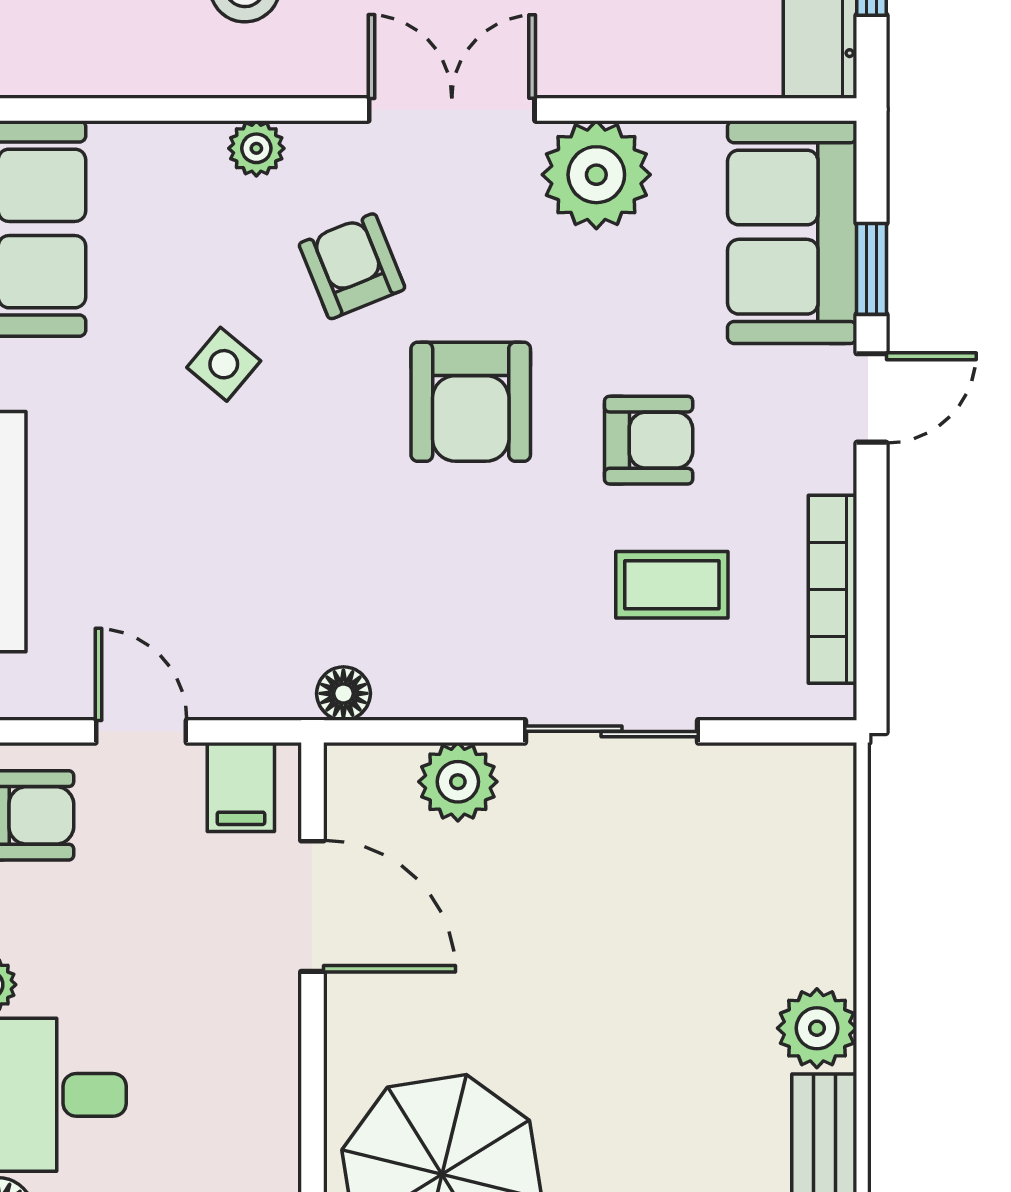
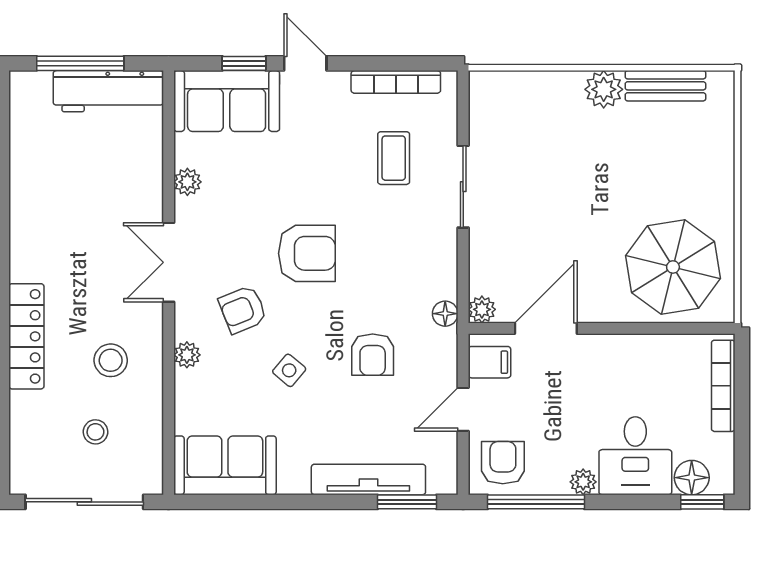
plant: (596, 175) -> (187, 182), width x0.53, depth x0.53
armchair: (649, 440) -> (373, 355), moved, turned 180
plant: (458, 782) -> (482, 309), moved, width x0.73, depth x0.73

